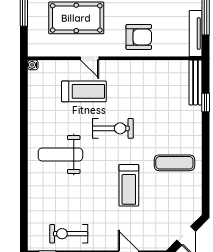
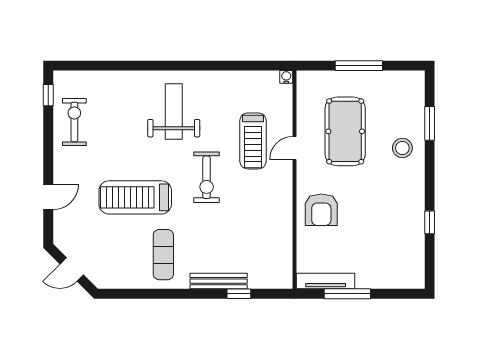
bench: (195, 82) -> (219, 281), moved
treadmill: (129, 185) -> (135, 197), width x1.37, depth x1.38

